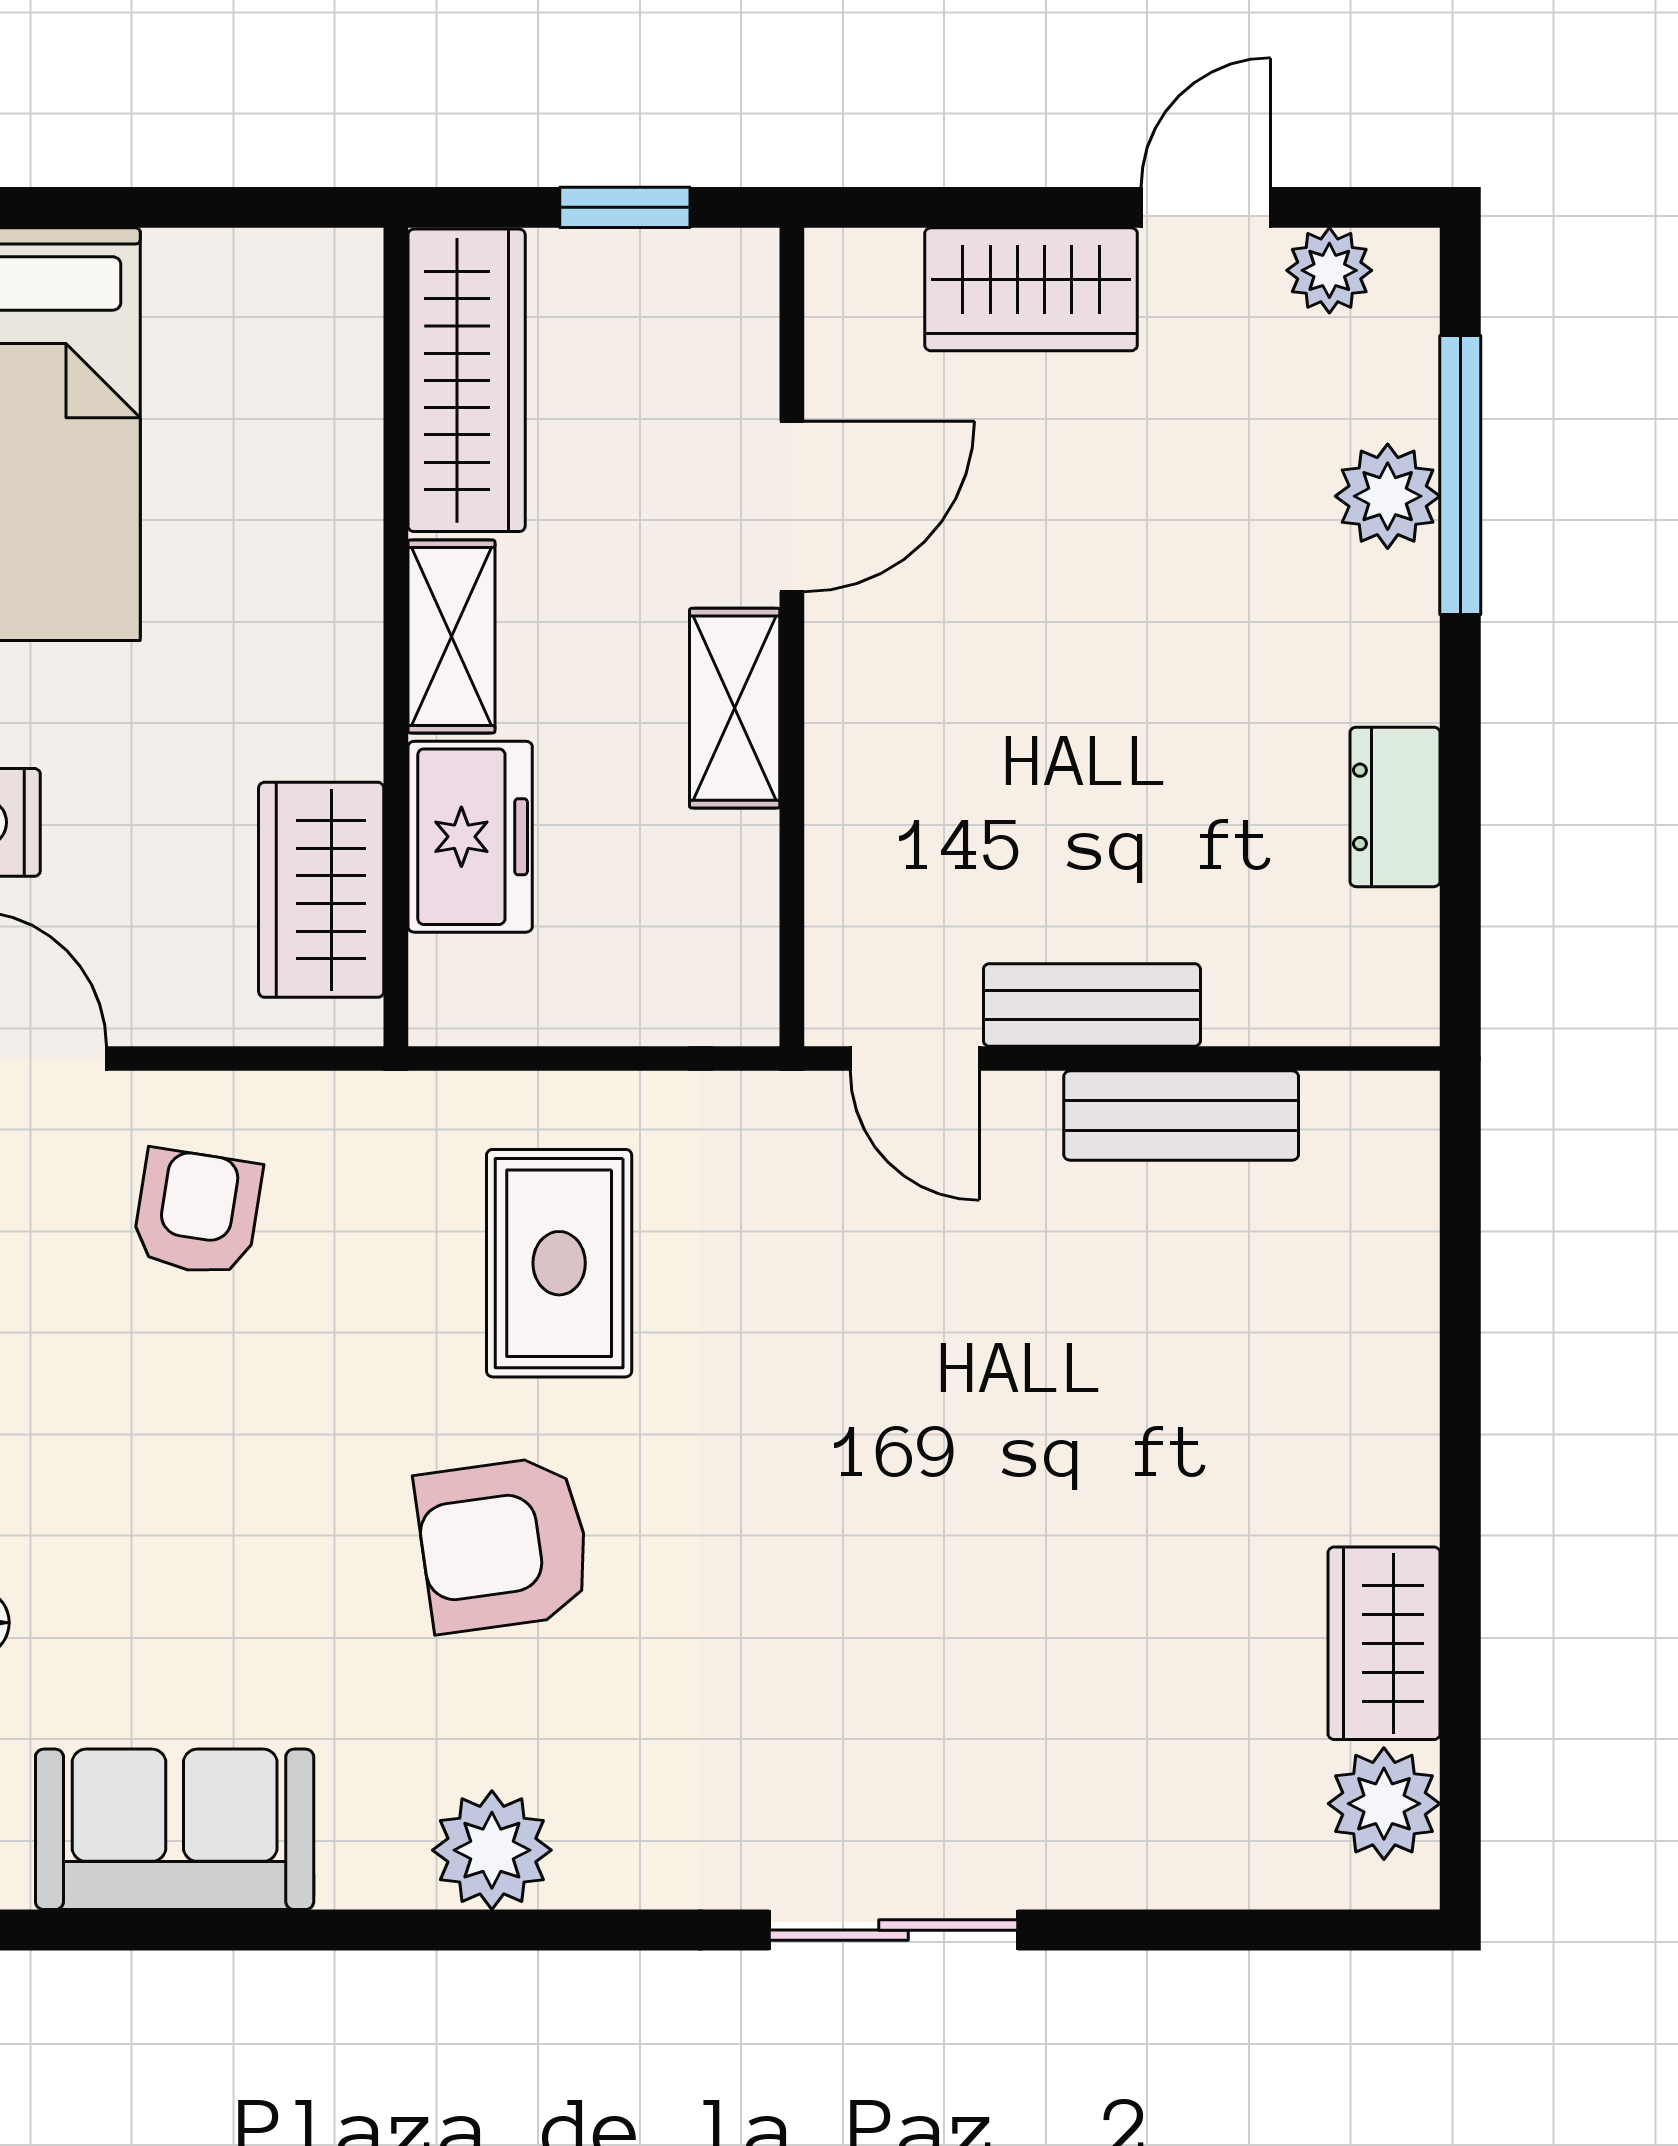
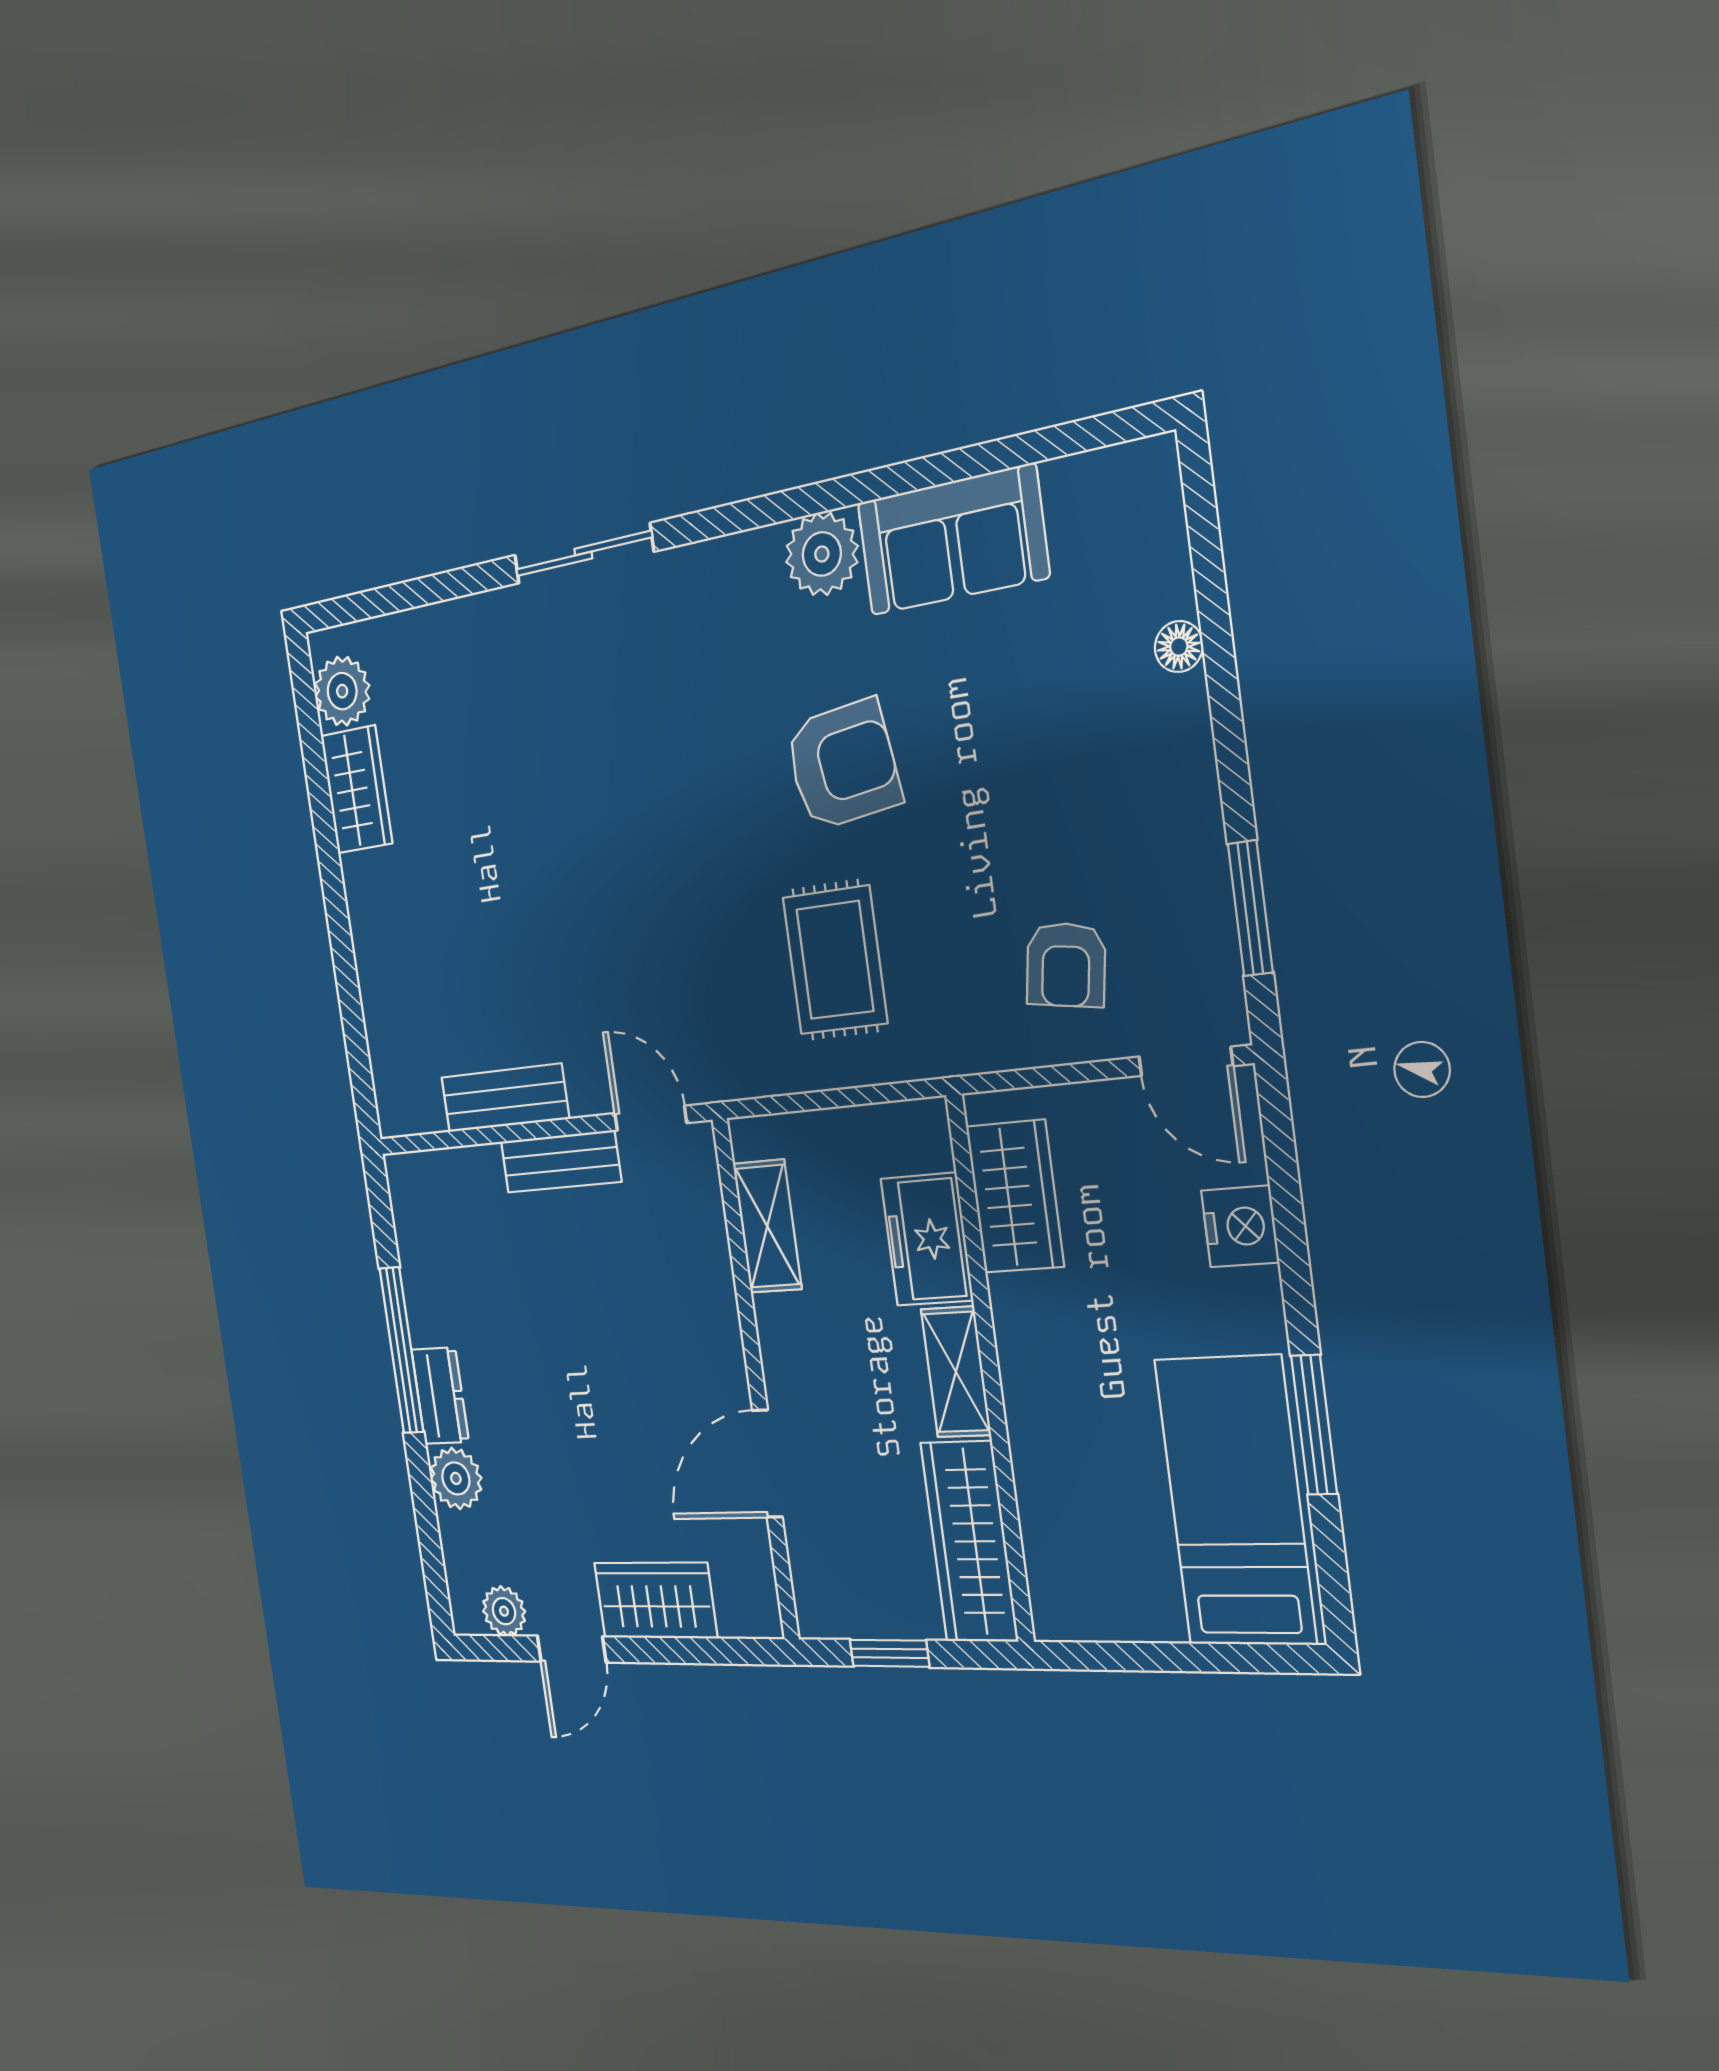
window: (1460, 475) -> (402, 1350), moved
shelving: (735, 708) -> (767, 1226), moved
dresser: (1395, 807) -> (440, 1396), moved
sofa: (175, 1829) -> (953, 540), moved

